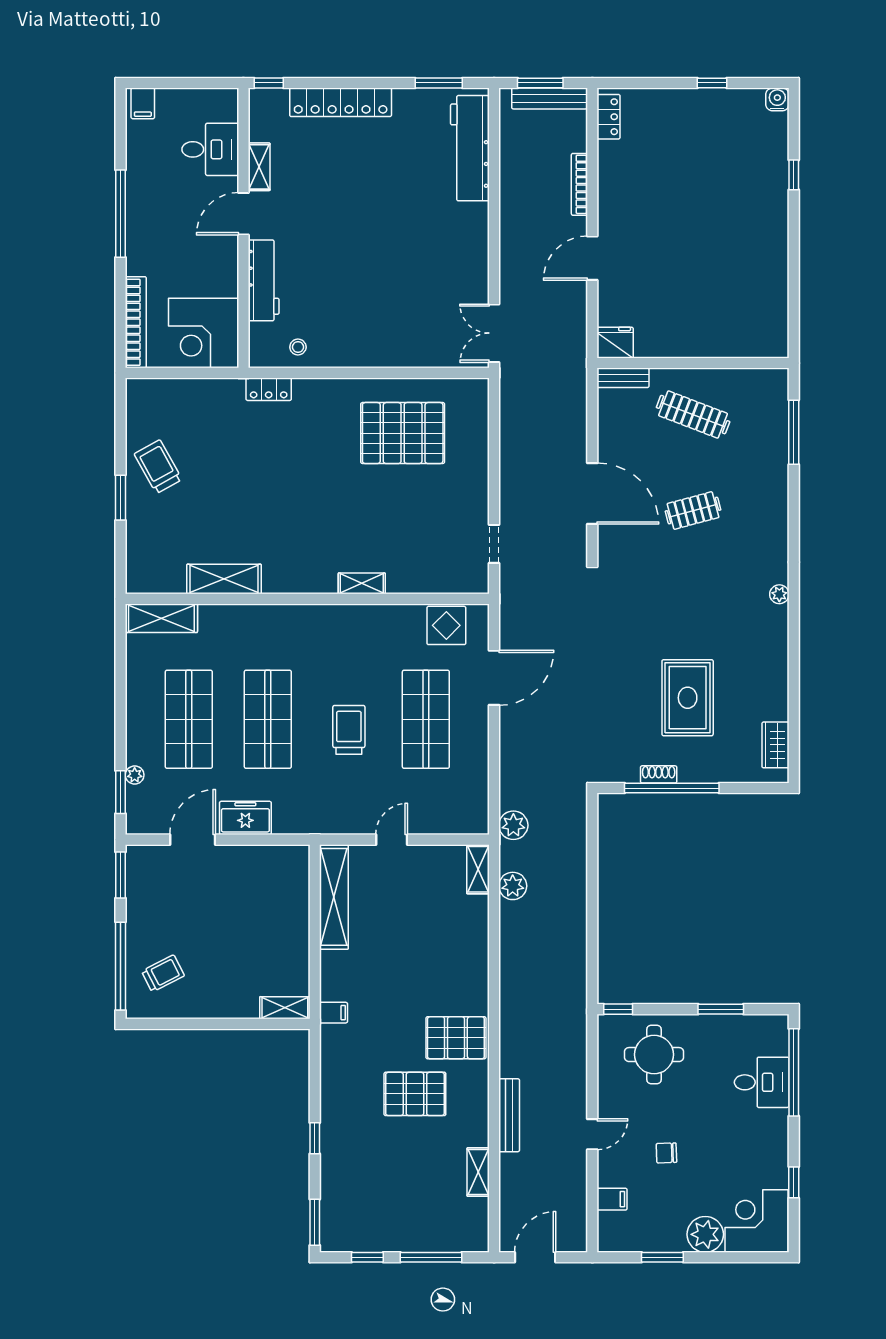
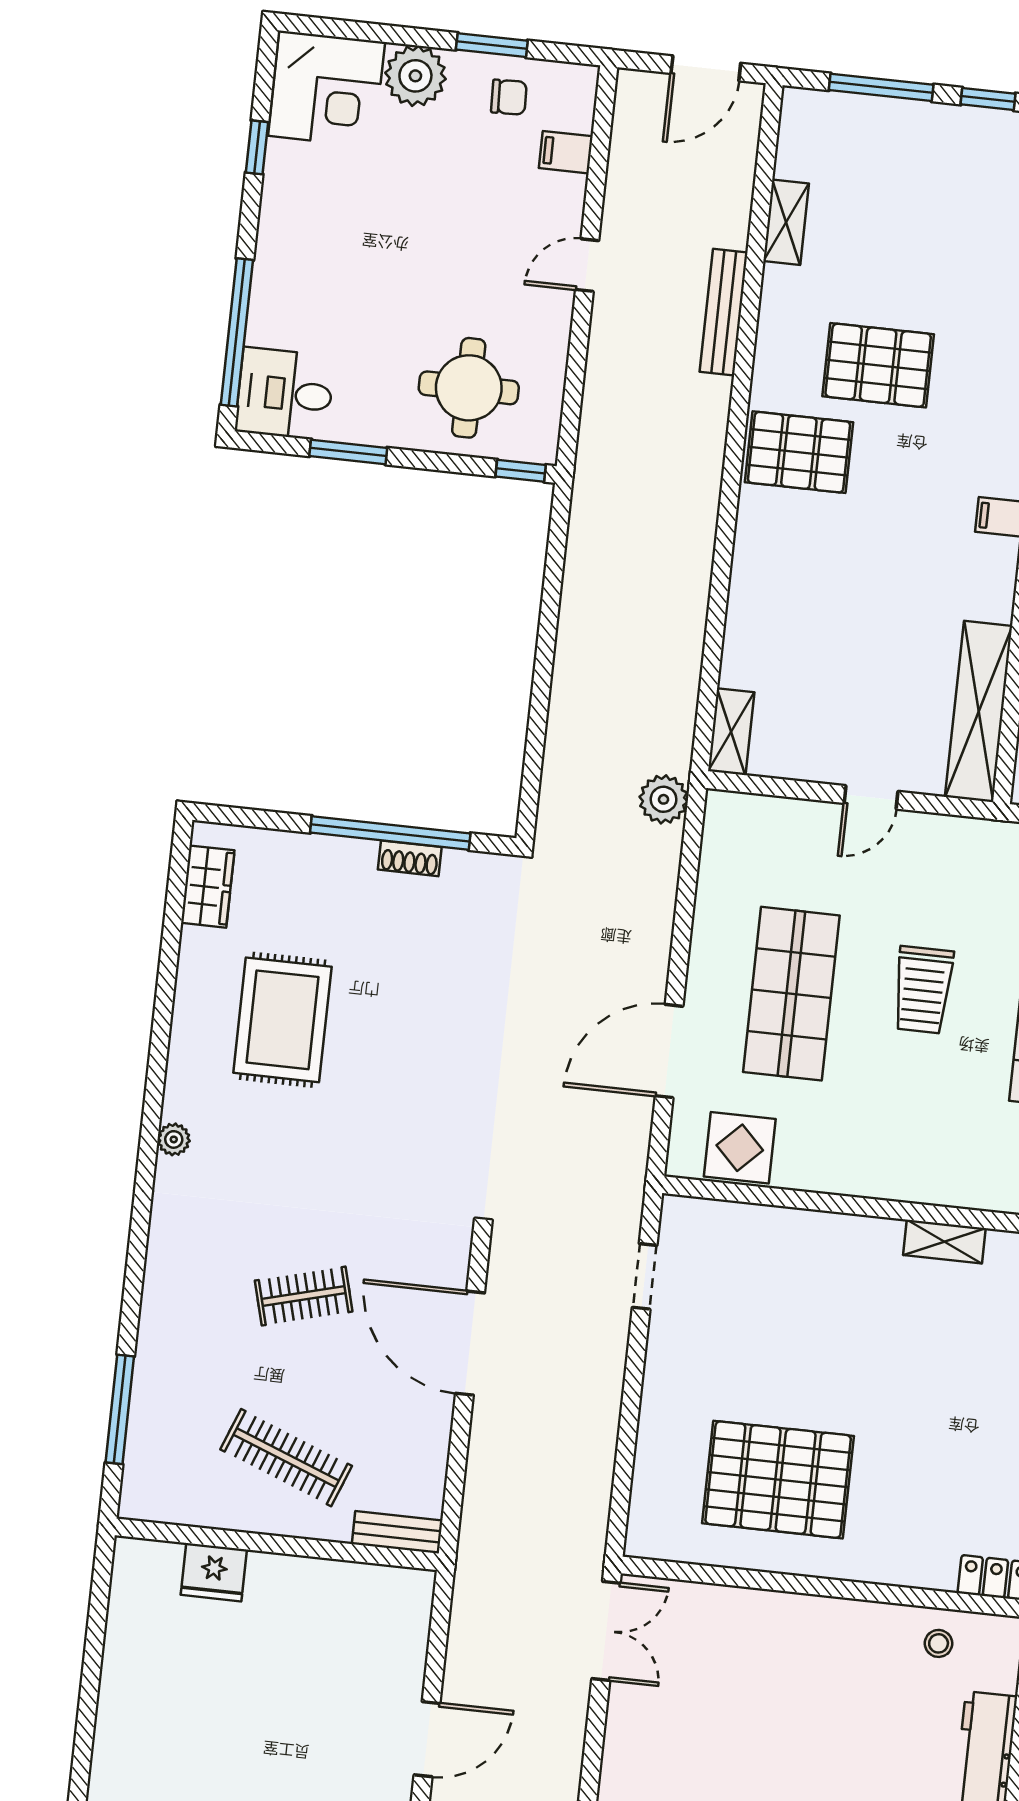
fridge: (615, 343) -> (214, 1572), moved
shelving: (362, 583) -> (944, 1242), moved
rug: (688, 698) -> (282, 1020), moved
plant: (513, 886) -> (676, 697), removed
desk: (762, 1082) -> (285, 394), moved
chair: (666, 1153) -> (509, 97), moved

